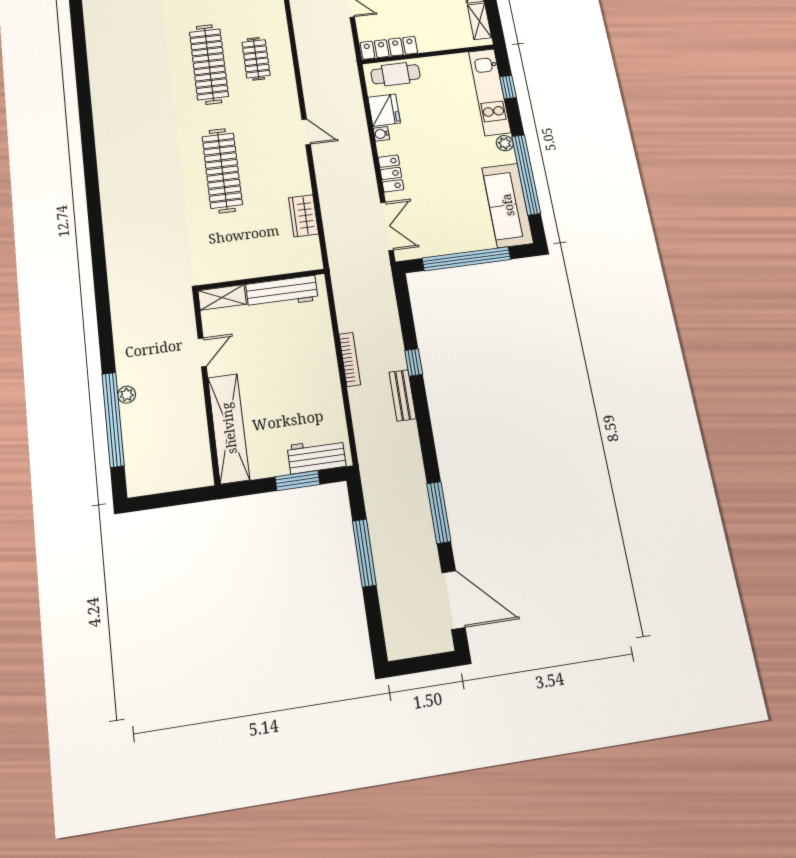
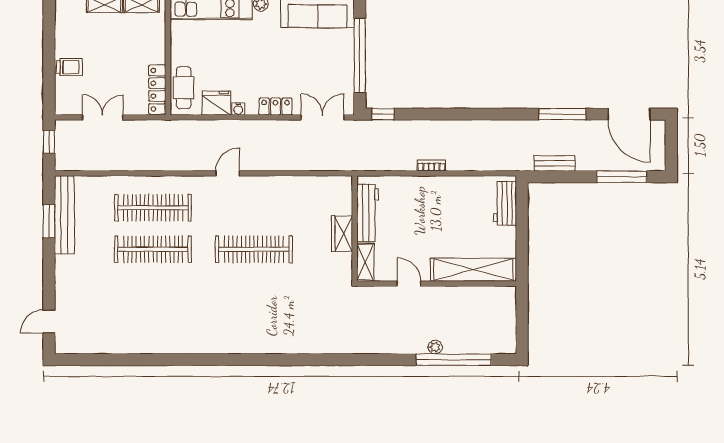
clothes rail: (256, 59) -> (153, 208), width x1.86, depth x1.31
wardrobe: (304, 216) -> (342, 234), moved, turned 90
bookcase: (350, 359) -> (431, 166), width x0.64
window: (414, 362) -> (383, 114), moved
bench: (403, 395) -> (555, 163), moved
window: (297, 481) -> (522, 221), removed
window: (364, 553) -> (622, 177), moved
door: (453, 600) -> (629, 114), swing flipped

